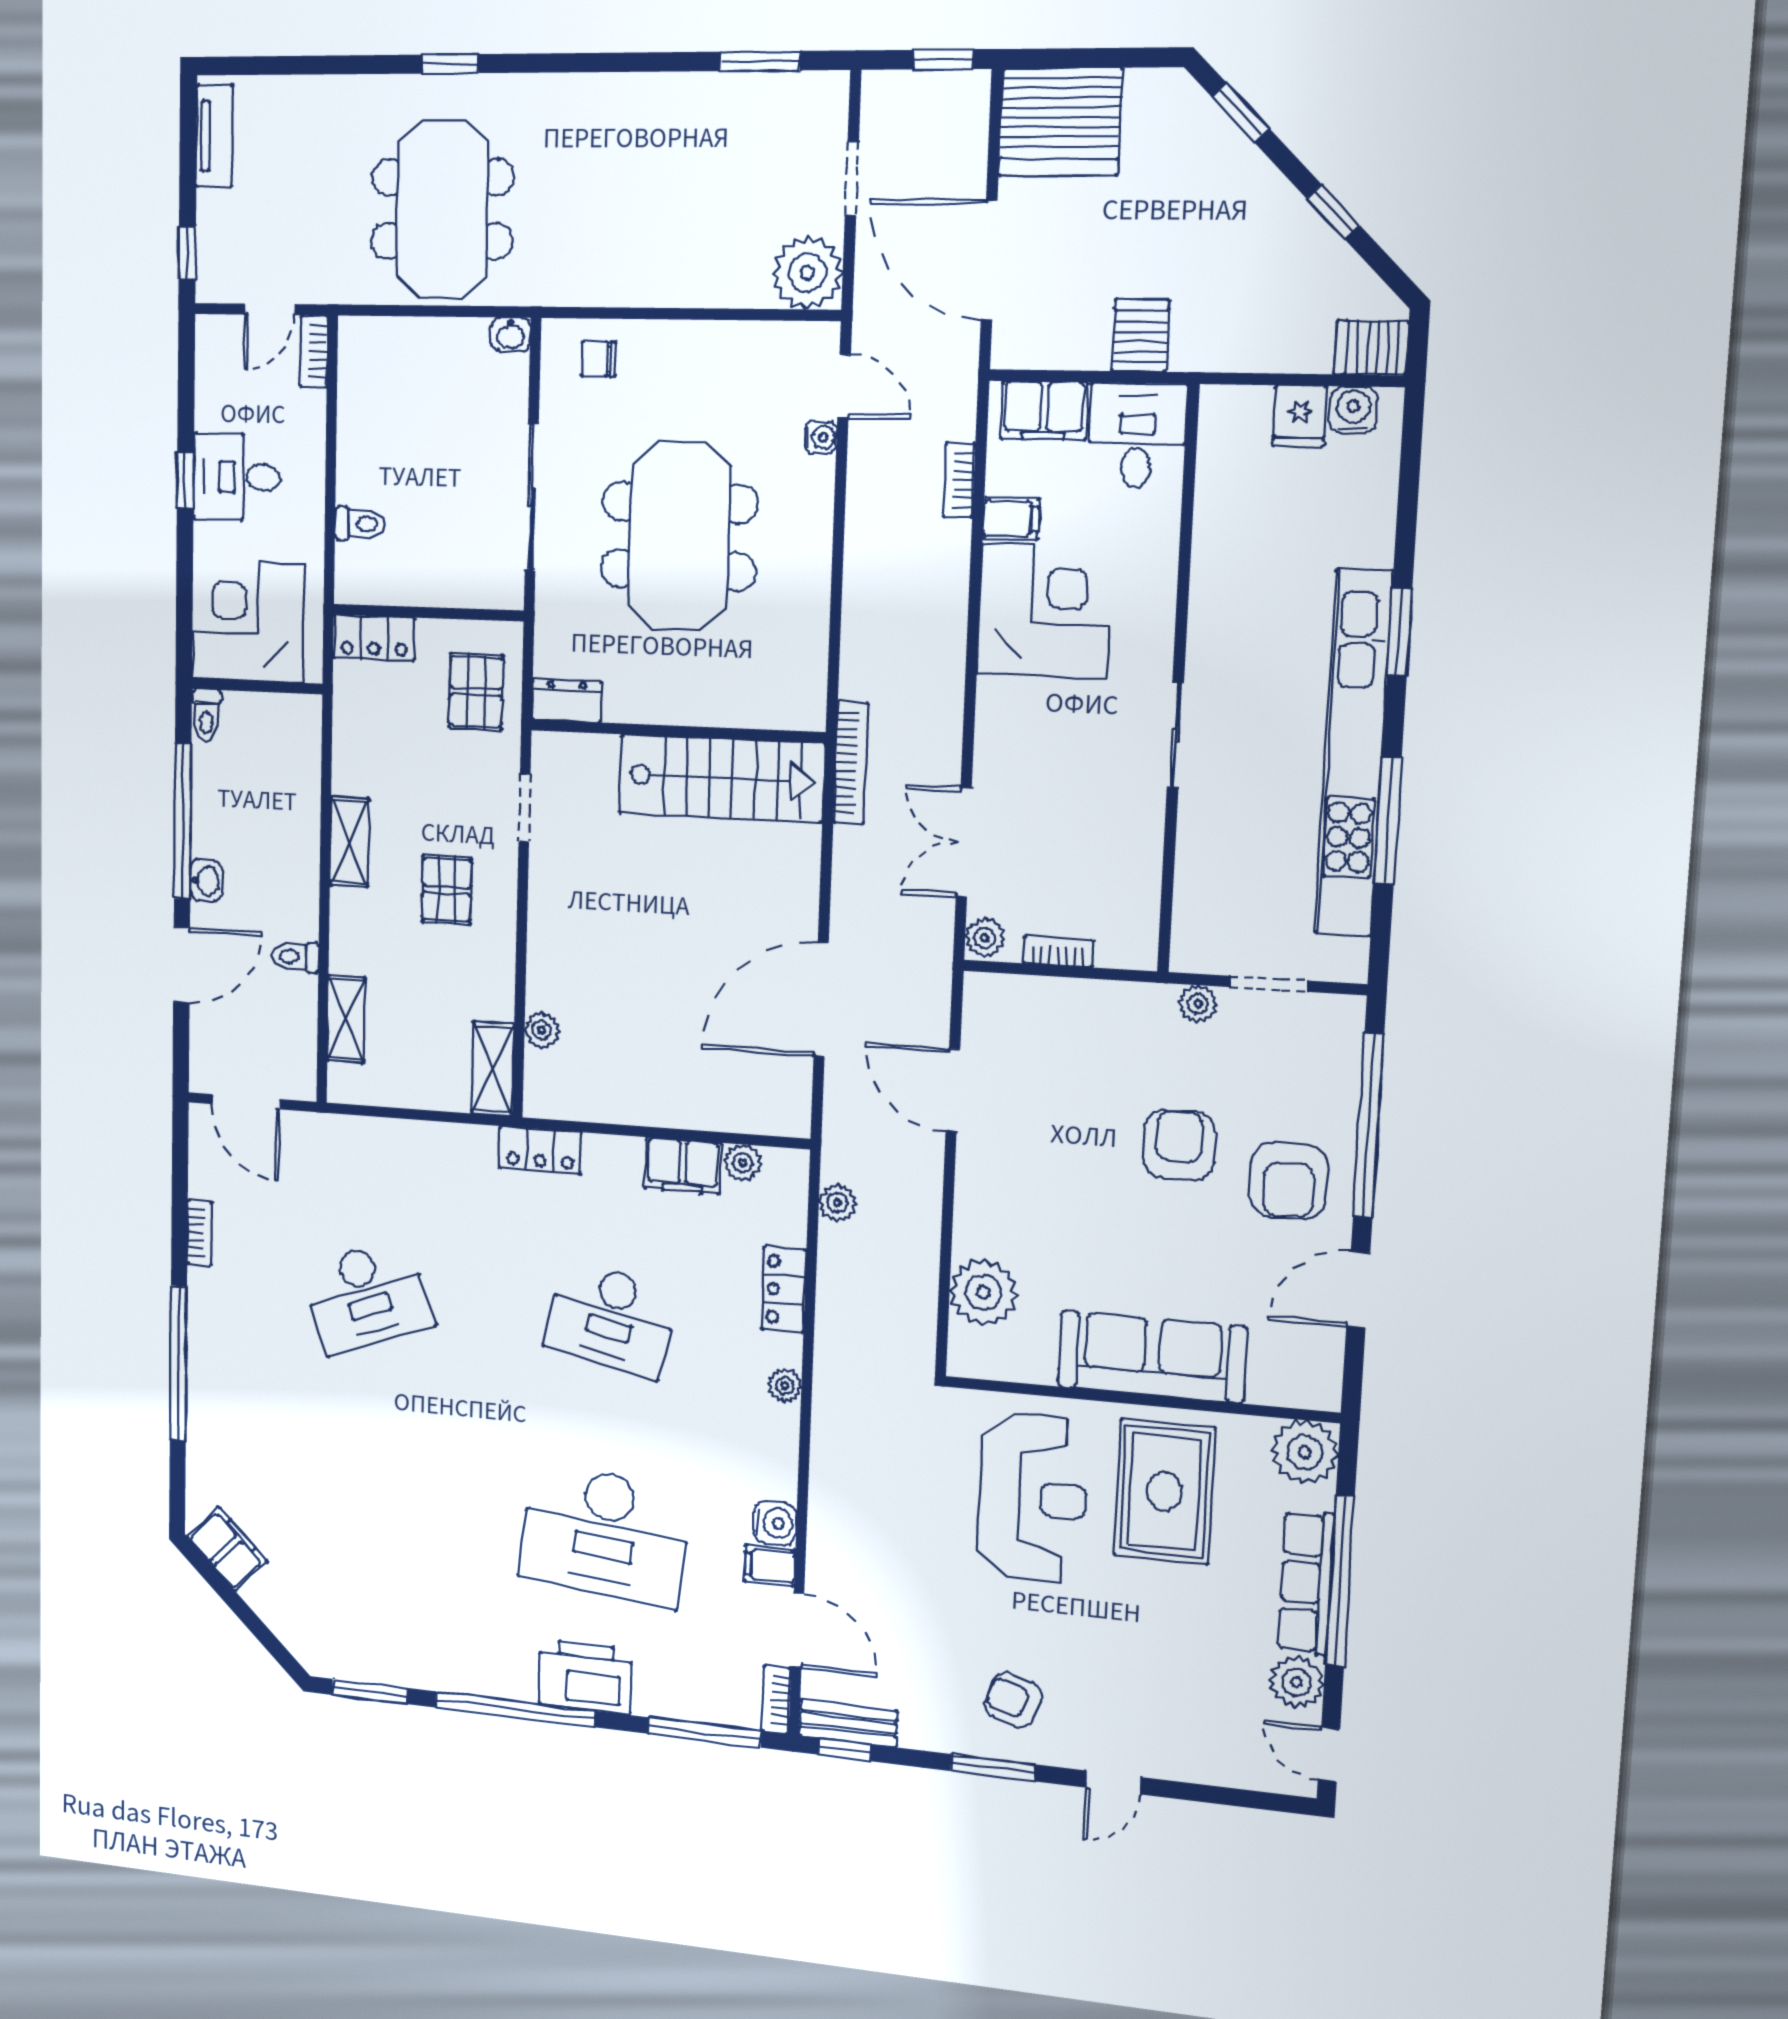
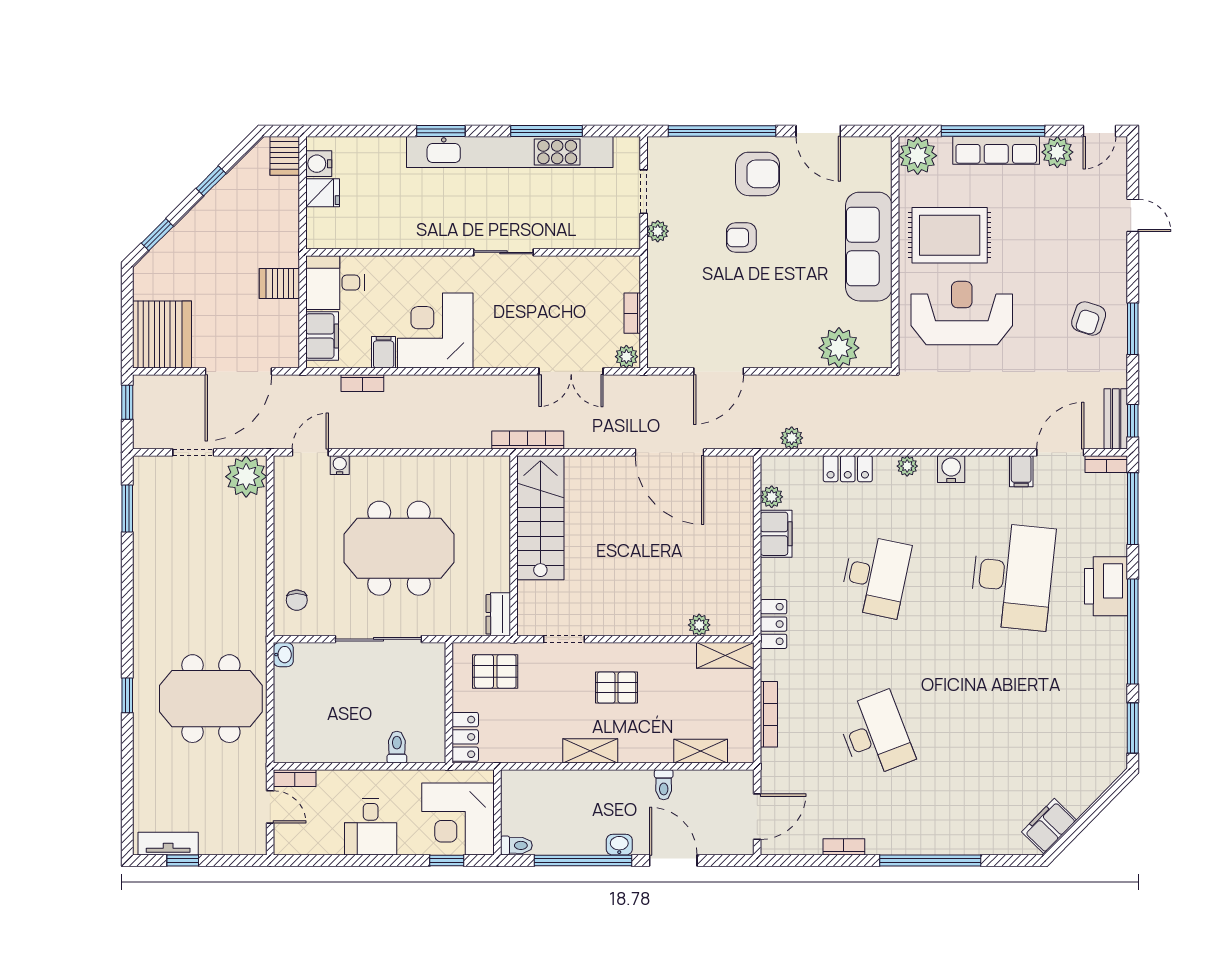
window: (187, 253) -> (183, 861), moved
window: (185, 480) -> (447, 861), moved
bookcase: (400, 1132) -> (769, 714), added
armchair: (1179, 1145) -> (741, 237), width x0.72, depth x0.72
water cooler: (775, 1523) -> (951, 469), moved
door: (1113, 1782) -> (1133, 215), moved

